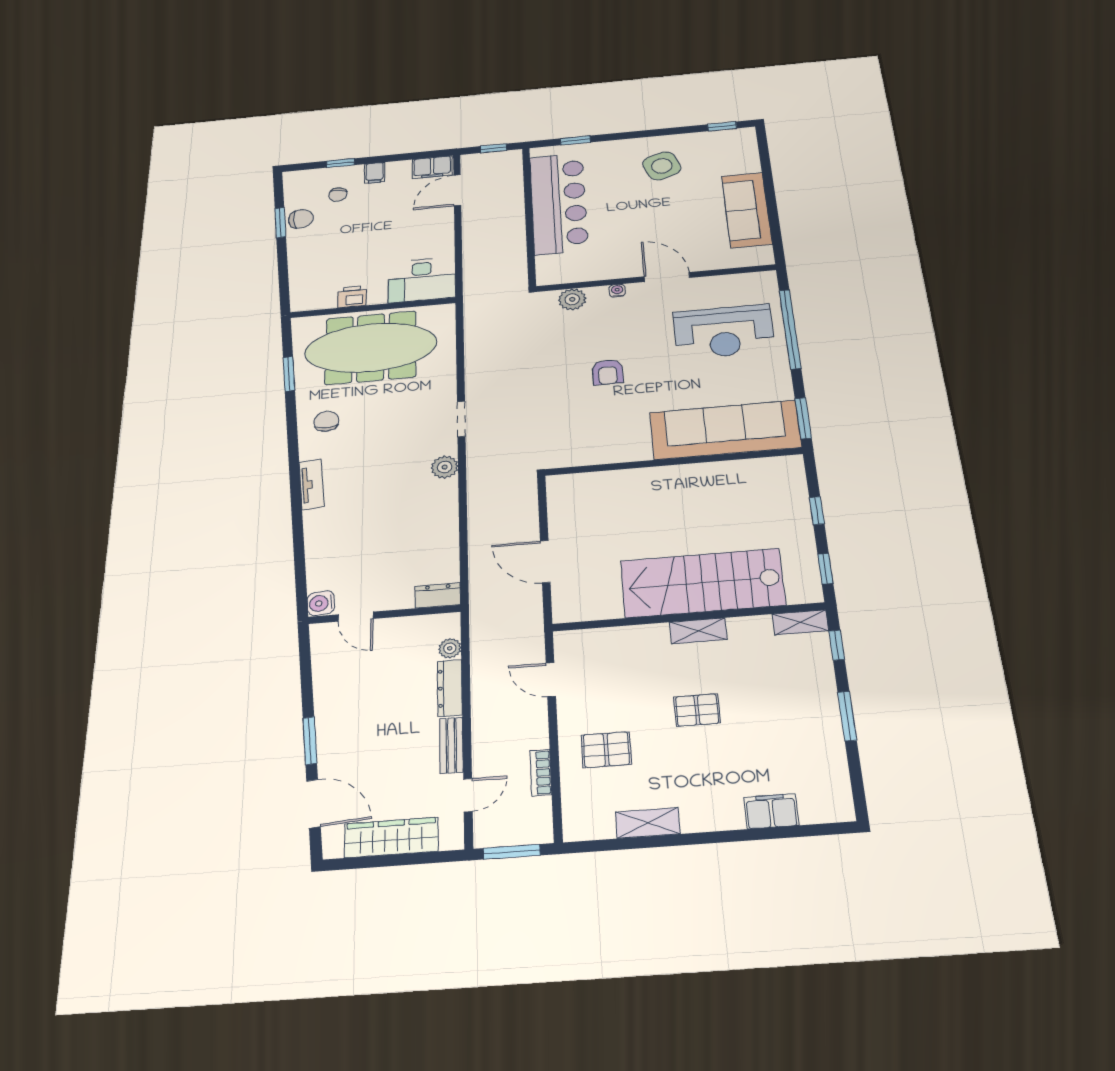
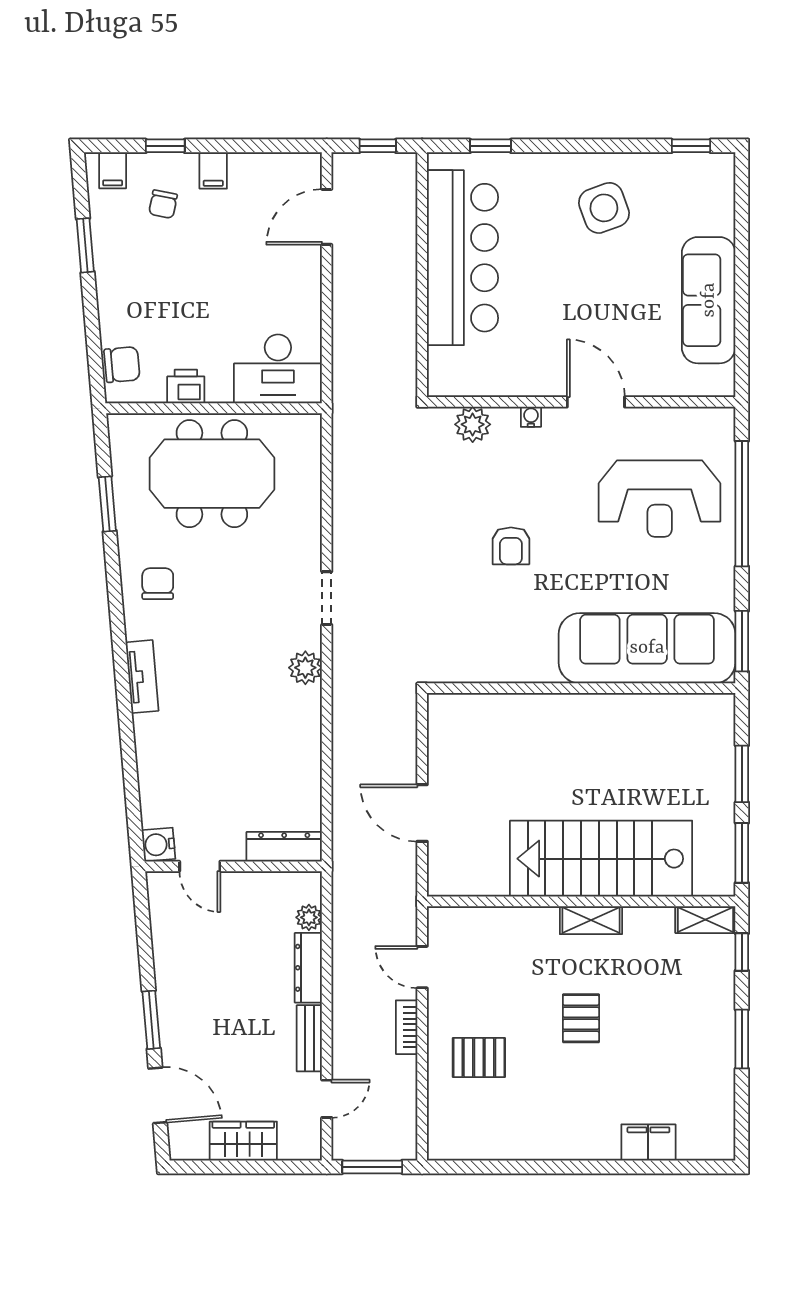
filing cabinet: (432, 167) -> (113, 170), moved, width x0.50
chair: (301, 219) -> (122, 365), moved
meeting table: (371, 348) -> (212, 474), width x0.73
window: (817, 511) -> (742, 774), width x1.50
window: (825, 569) -> (742, 853), width x1.50
dresser: (438, 595) -> (284, 847), width x1.44
pallet: (697, 710) -> (581, 1018), turned 90
bookcase: (541, 773) -> (407, 1027), moved
shelving: (648, 823) -> (518, 1146), removed
wardrobe: (391, 838) -> (243, 1141), width x0.67

